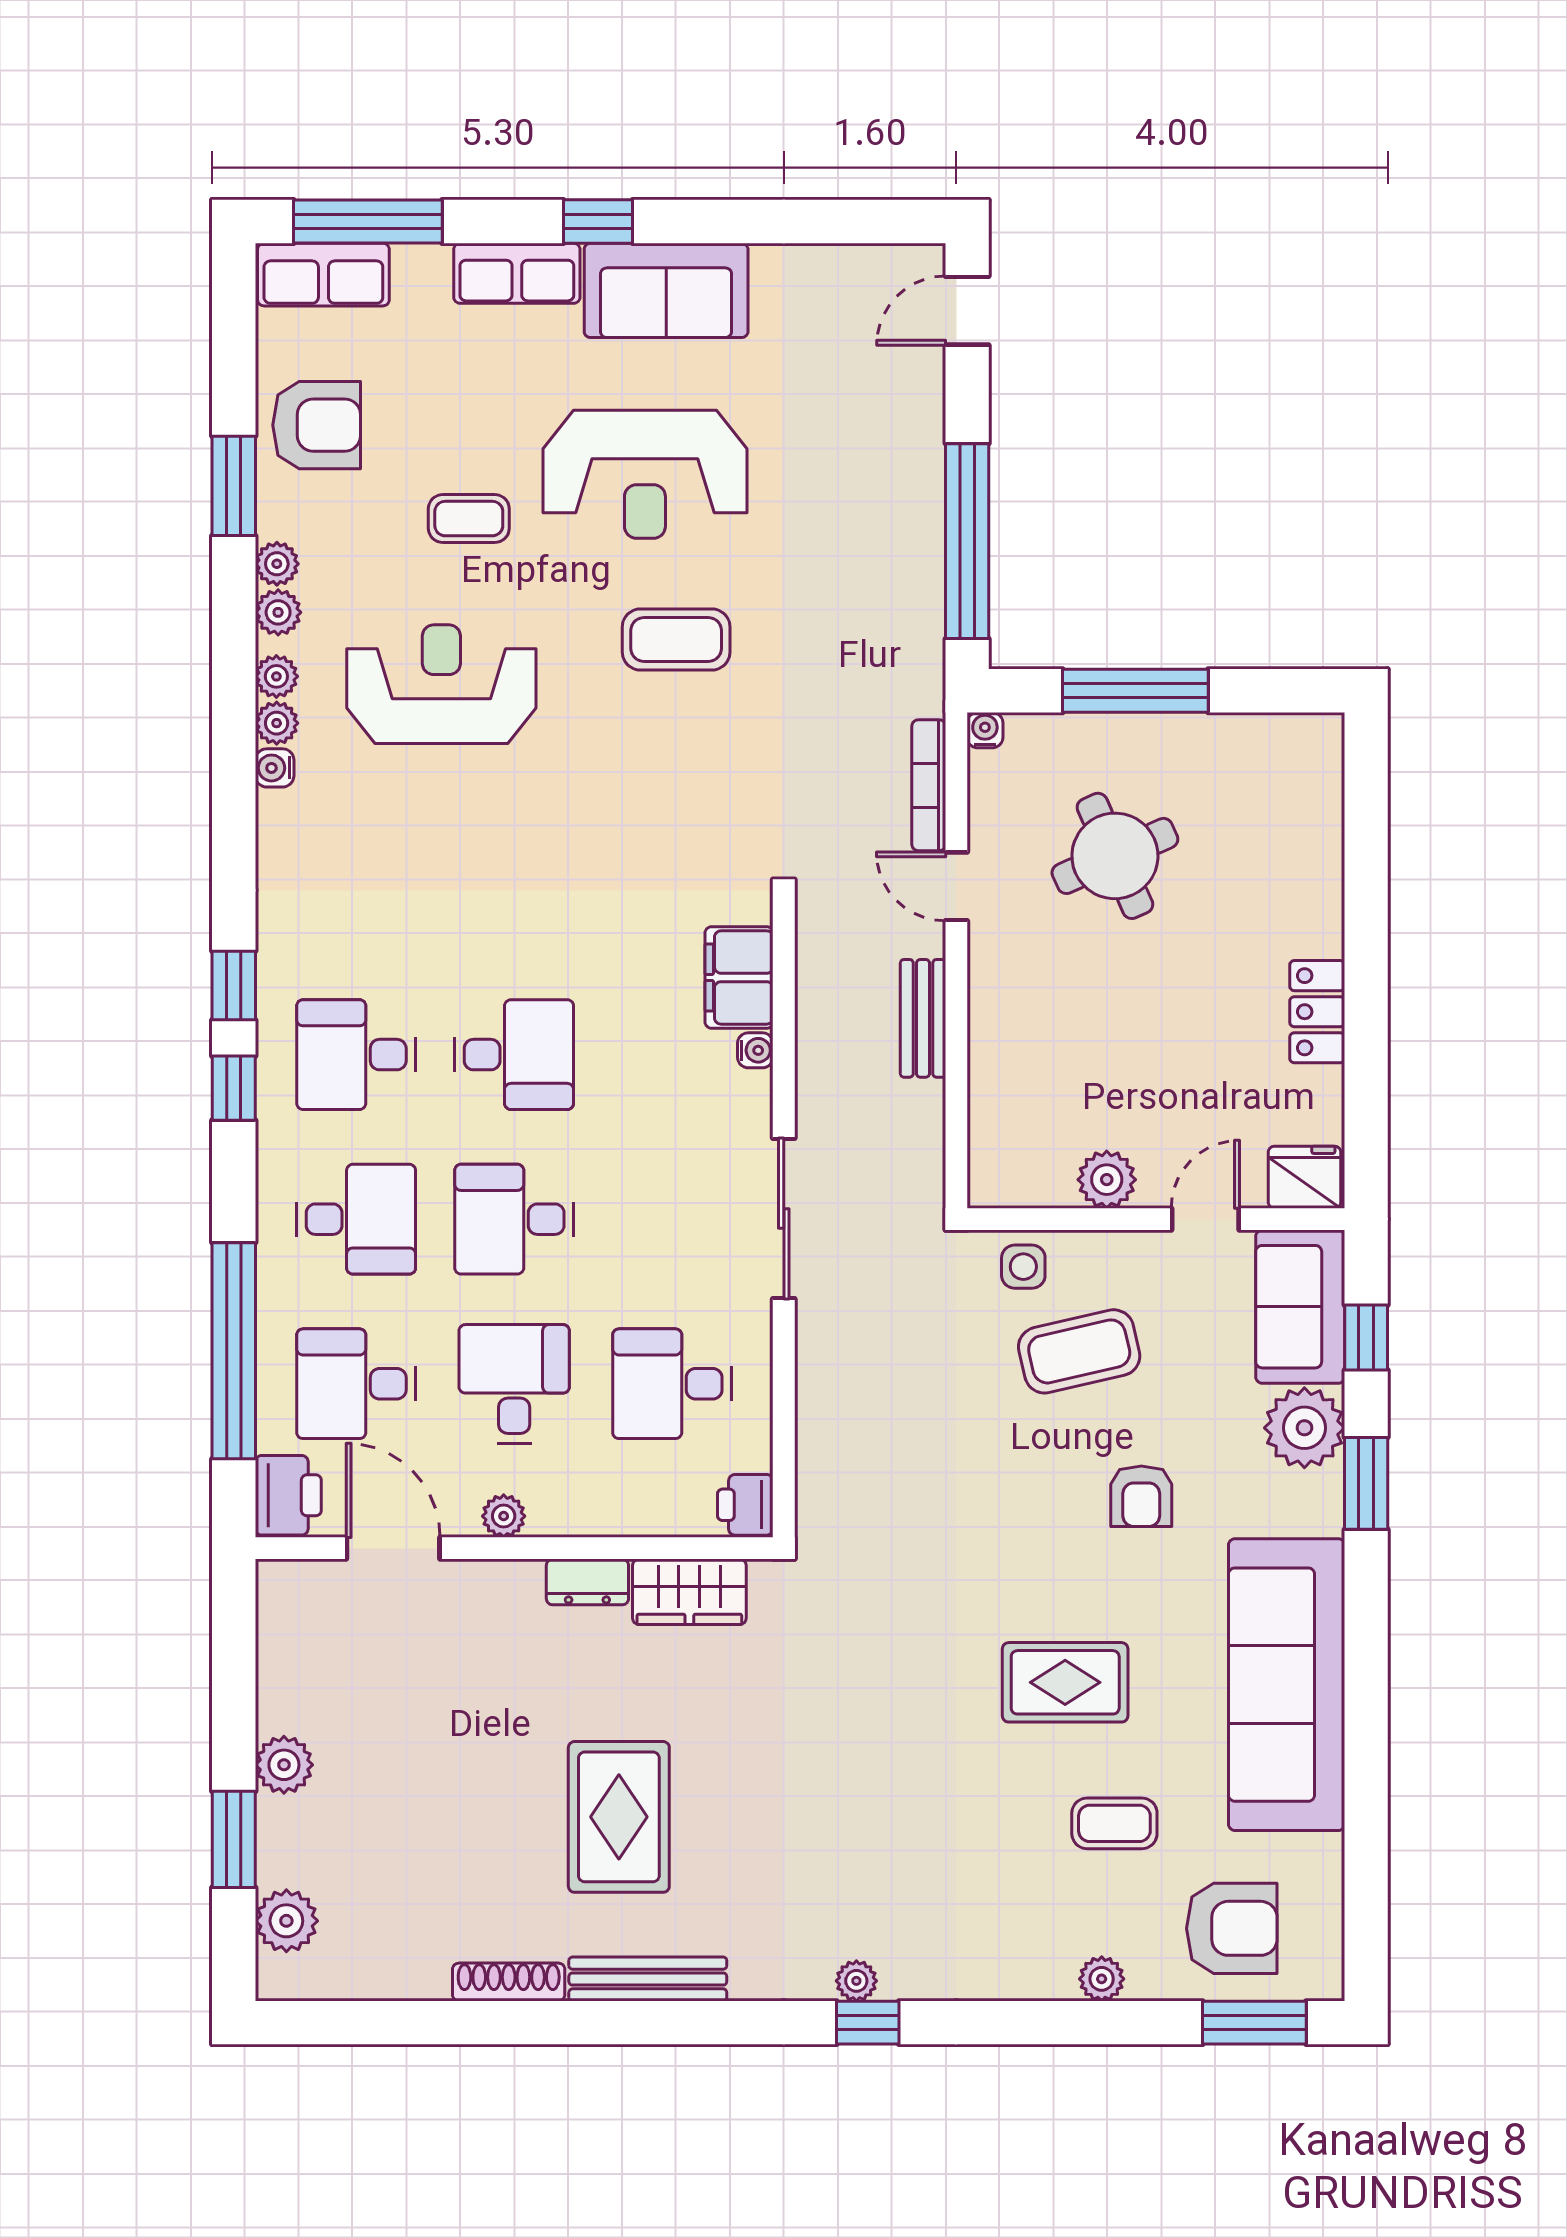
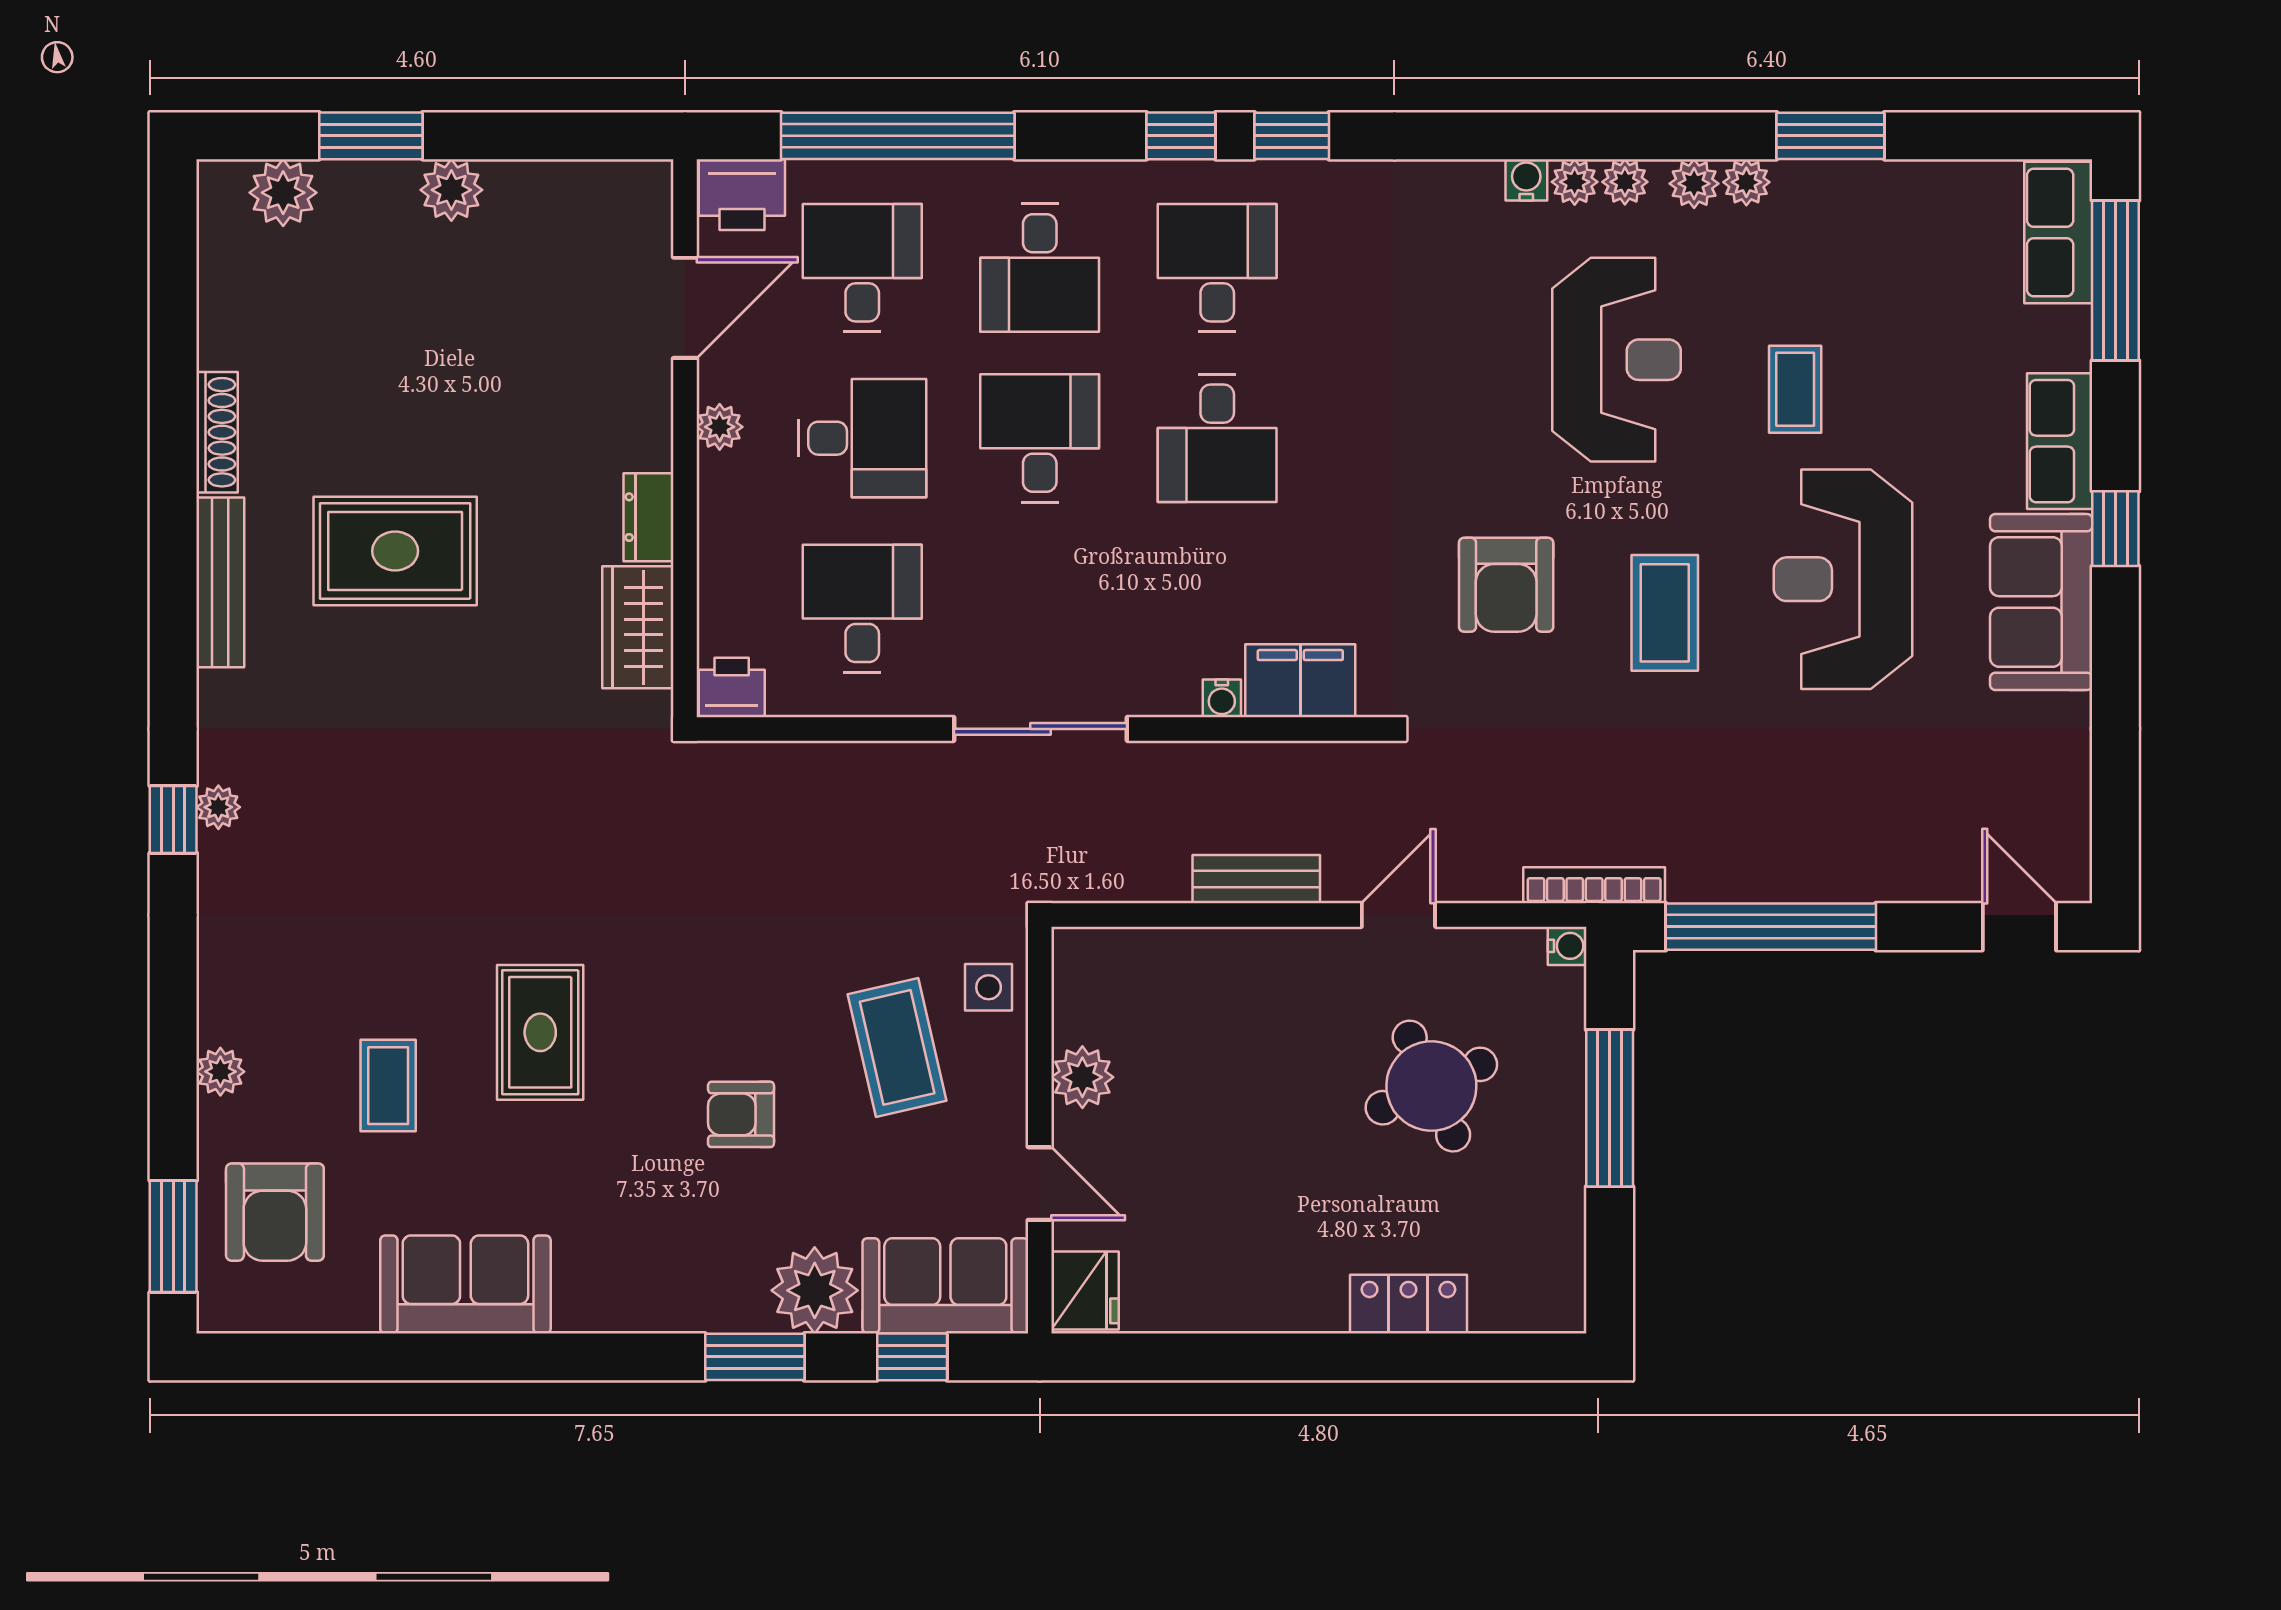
armchair: (317, 425) -> (1506, 585), moved
bookcase: (929, 785) -> (1594, 885), moved
locker: (1317, 1012) -> (1408, 1304), moved
sofa: (1287, 1685) -> (465, 1284), width x0.54, depth x0.79

